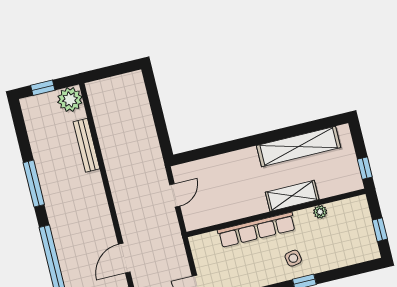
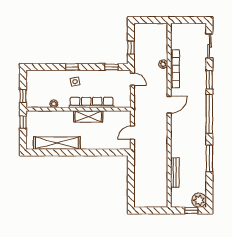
plant: (70, 100) -> (199, 200), moved
shelving: (292, 196) -> (88, 116), moved
window: (380, 230) -> (23, 96), moved

